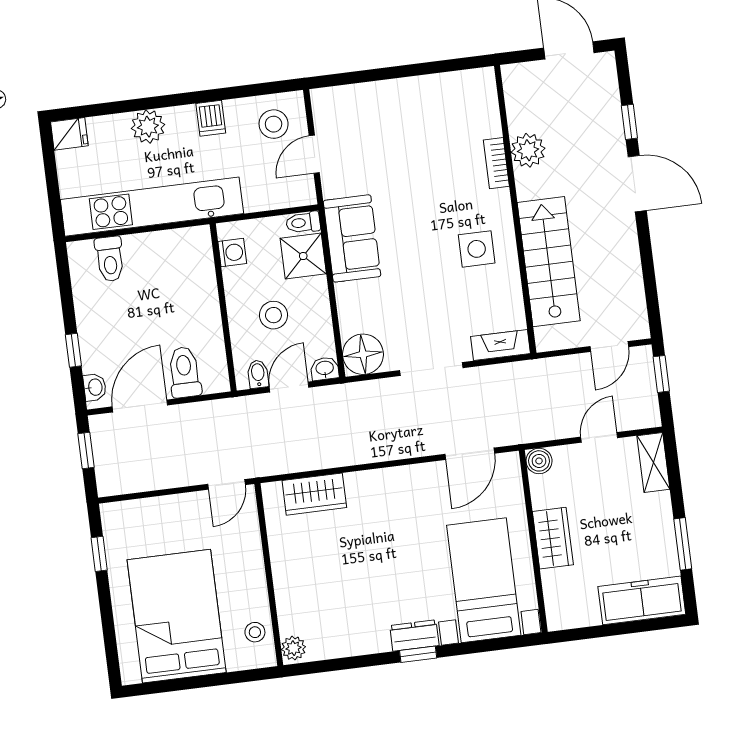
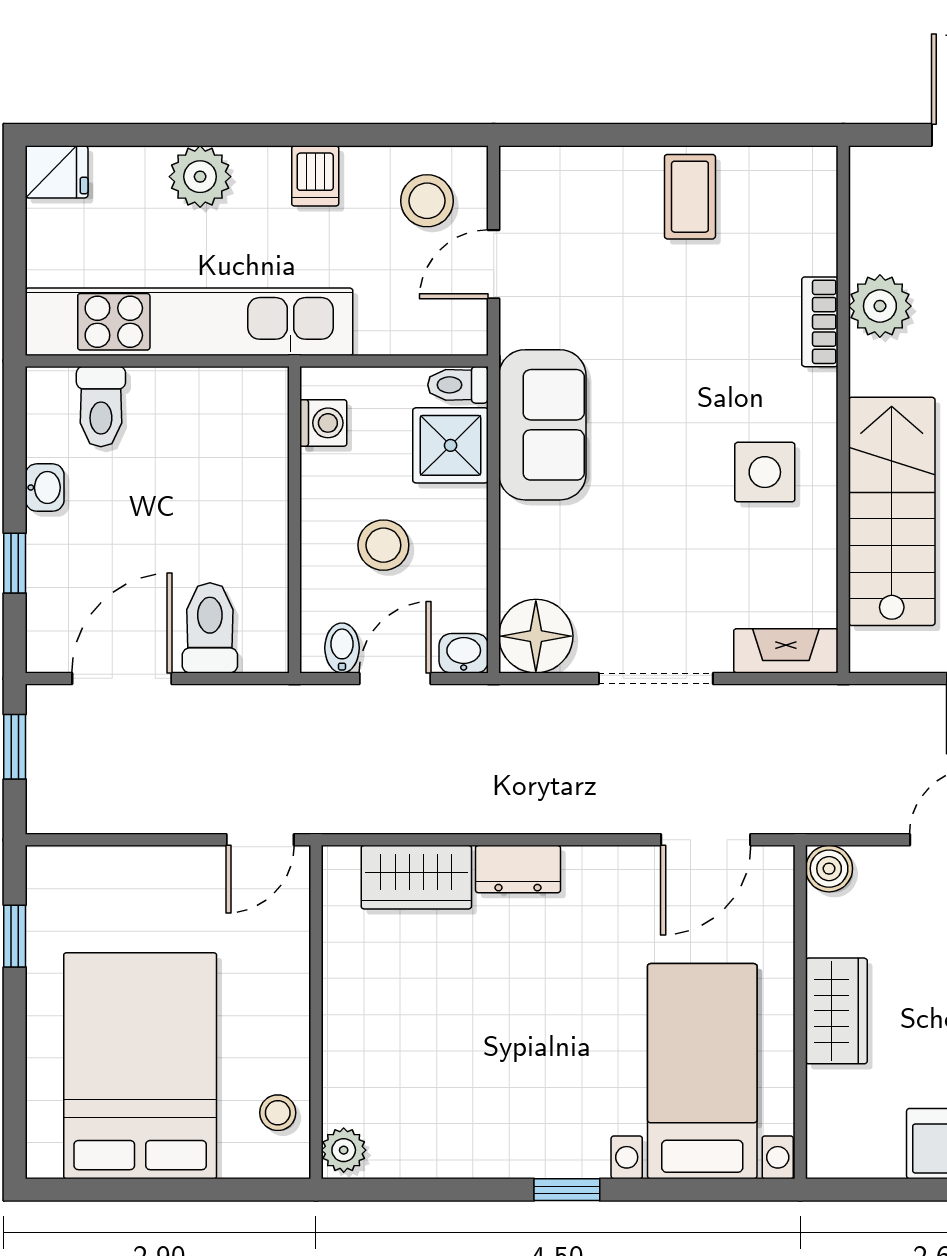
coffee table: (417, 104) -> (690, 197), added
washbasin: (95, 387) -> (45, 488), moved
dresser: (414, 636) -> (518, 869), moved, turned 180

